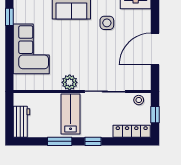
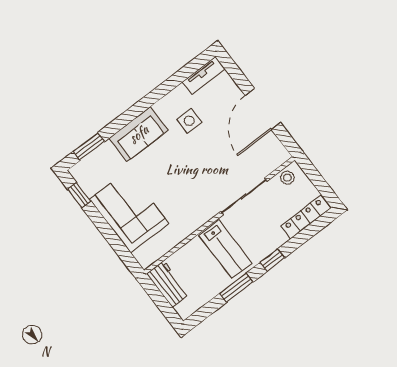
plant: (70, 82) -> (198, 216), removed
lab bench: (71, 114) -> (225, 249), turned 180
window: (155, 115) -> (317, 180), removed
workbench: (22, 122) -> (168, 284), moved

